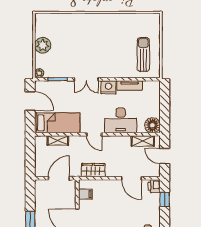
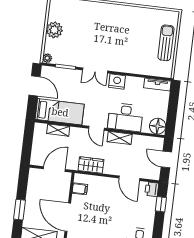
sun lounger: (143, 55) -> (166, 43), moved
tv unit: (130, 85) -> (157, 84), moved
shelving: (143, 141) -> (120, 138), moved

